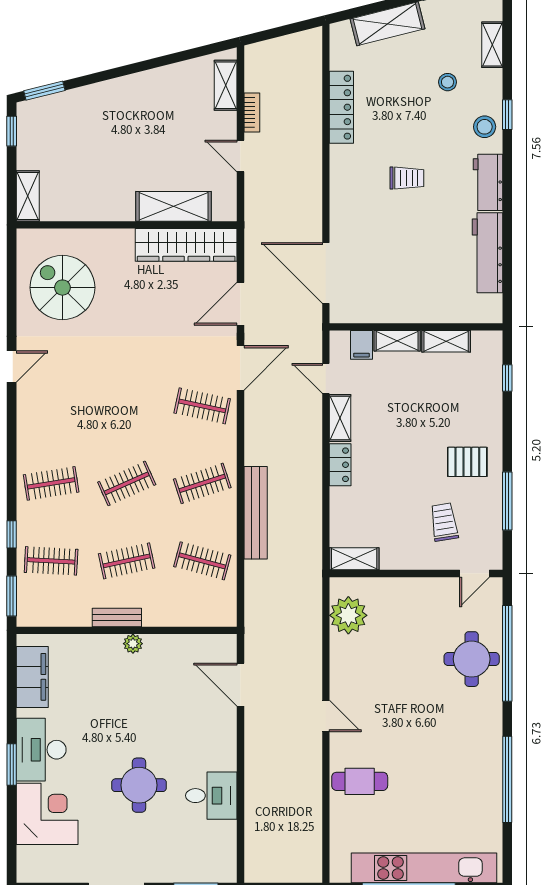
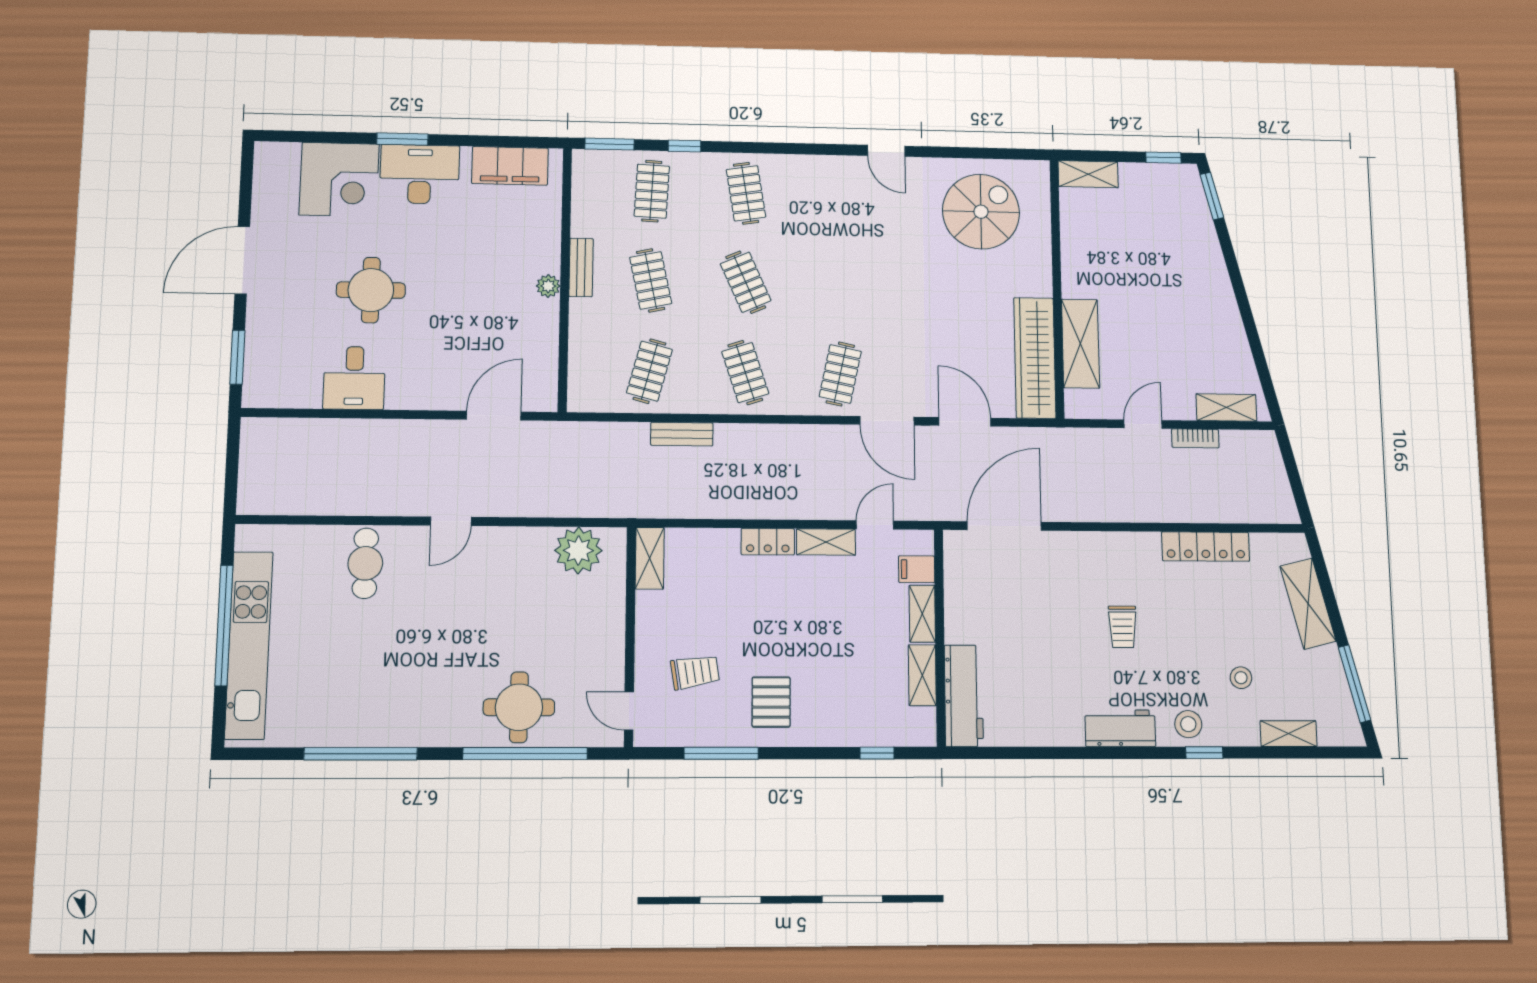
workbench: (487, 253) -> (964, 696), moved, turned 90
bench: (256, 513) -> (682, 434), width x0.54, depth x0.82

